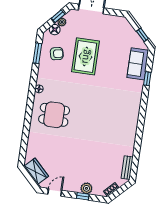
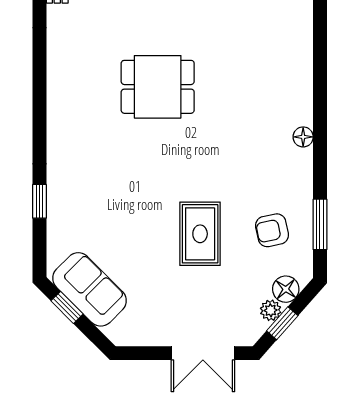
rug: (85, 56) -> (200, 234), width x0.73, depth x0.70
sofa: (138, 64) -> (90, 289), moved, turned -45
dining table: (54, 115) -> (158, 87), moved

